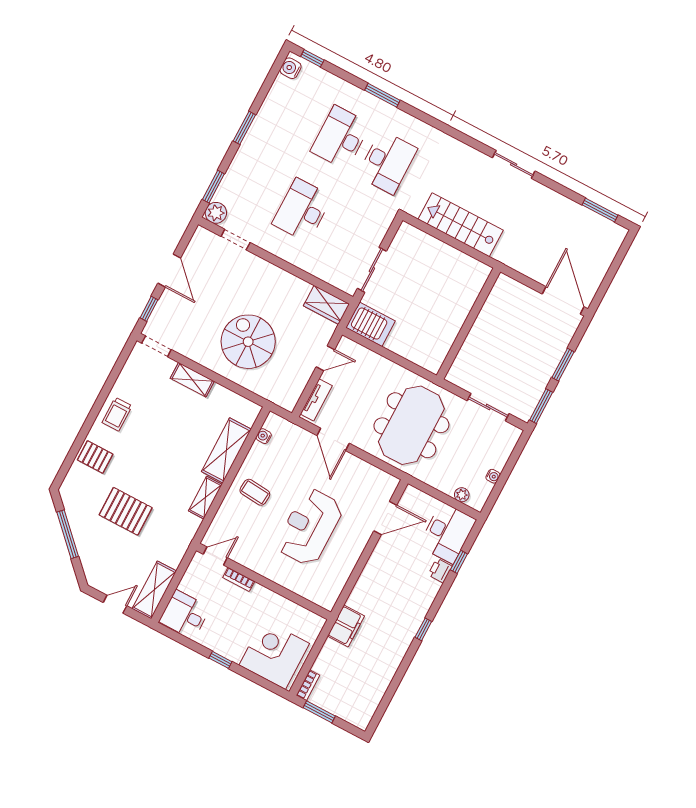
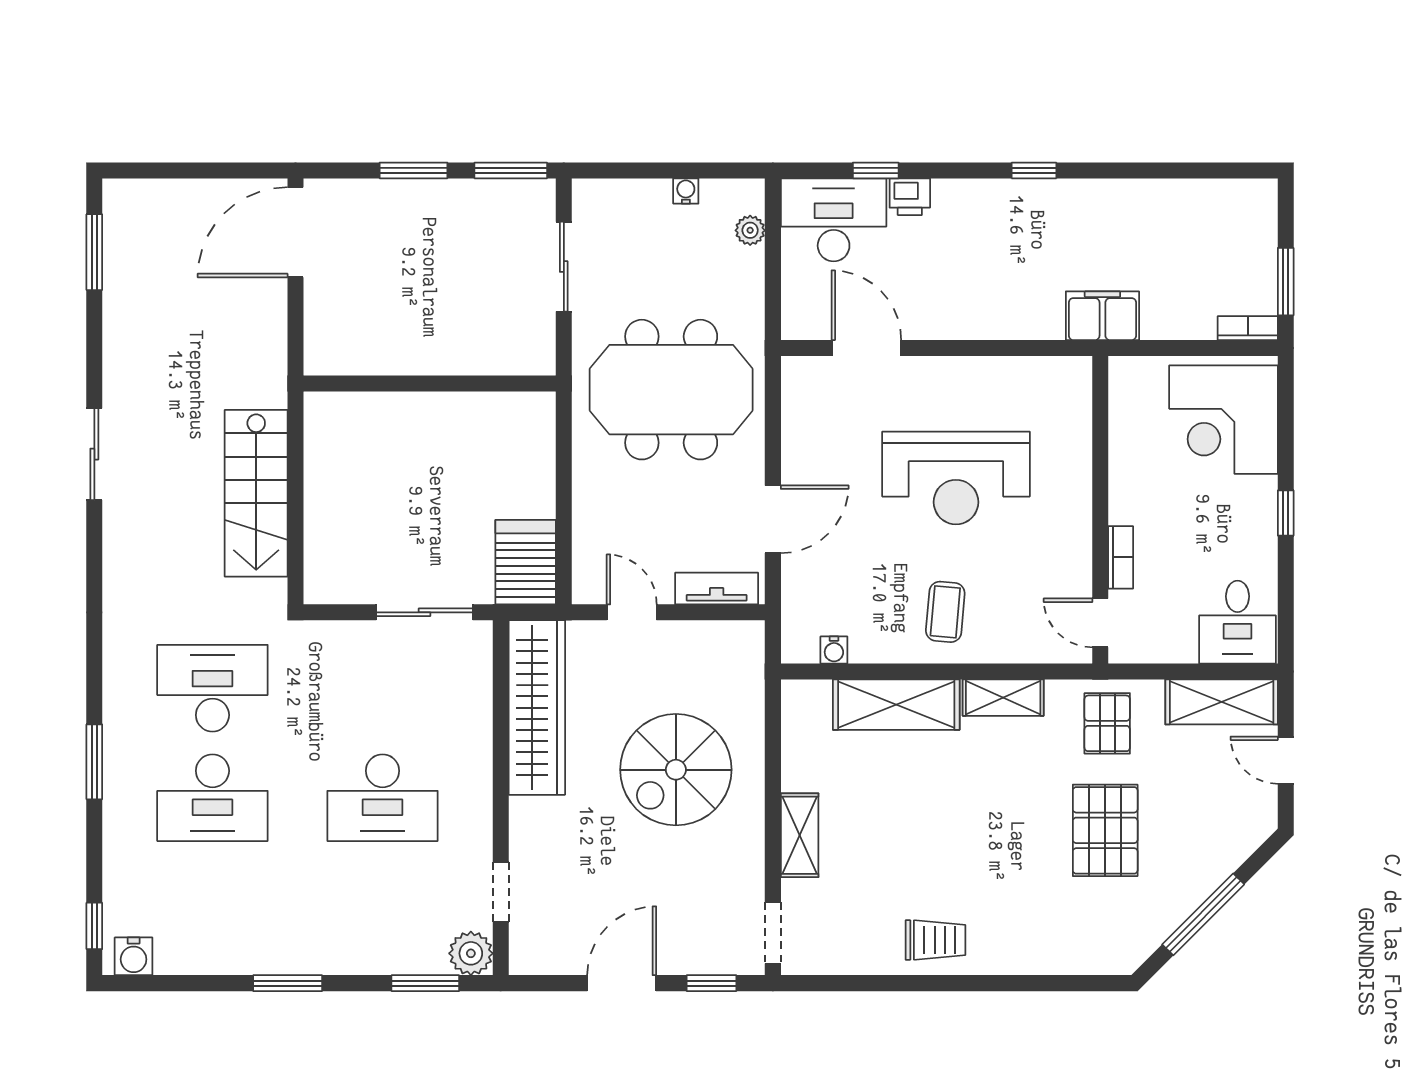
wardrobe: (326, 305) -> (537, 708), width x2.10, depth x1.17
pallet: (95, 457) -> (1107, 723), moved

